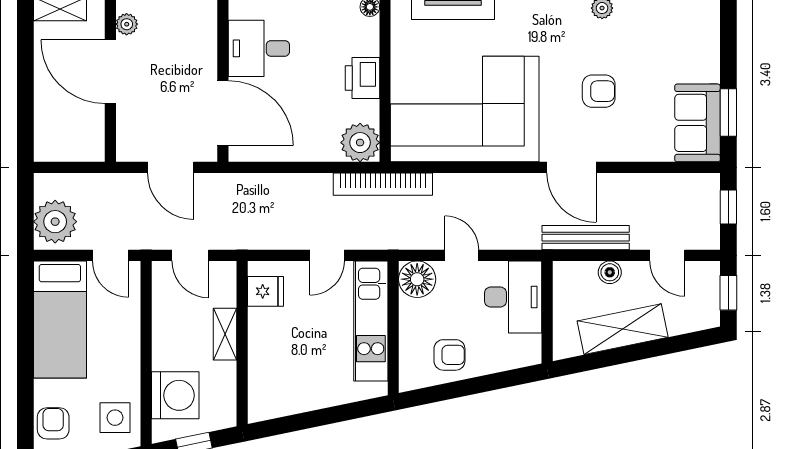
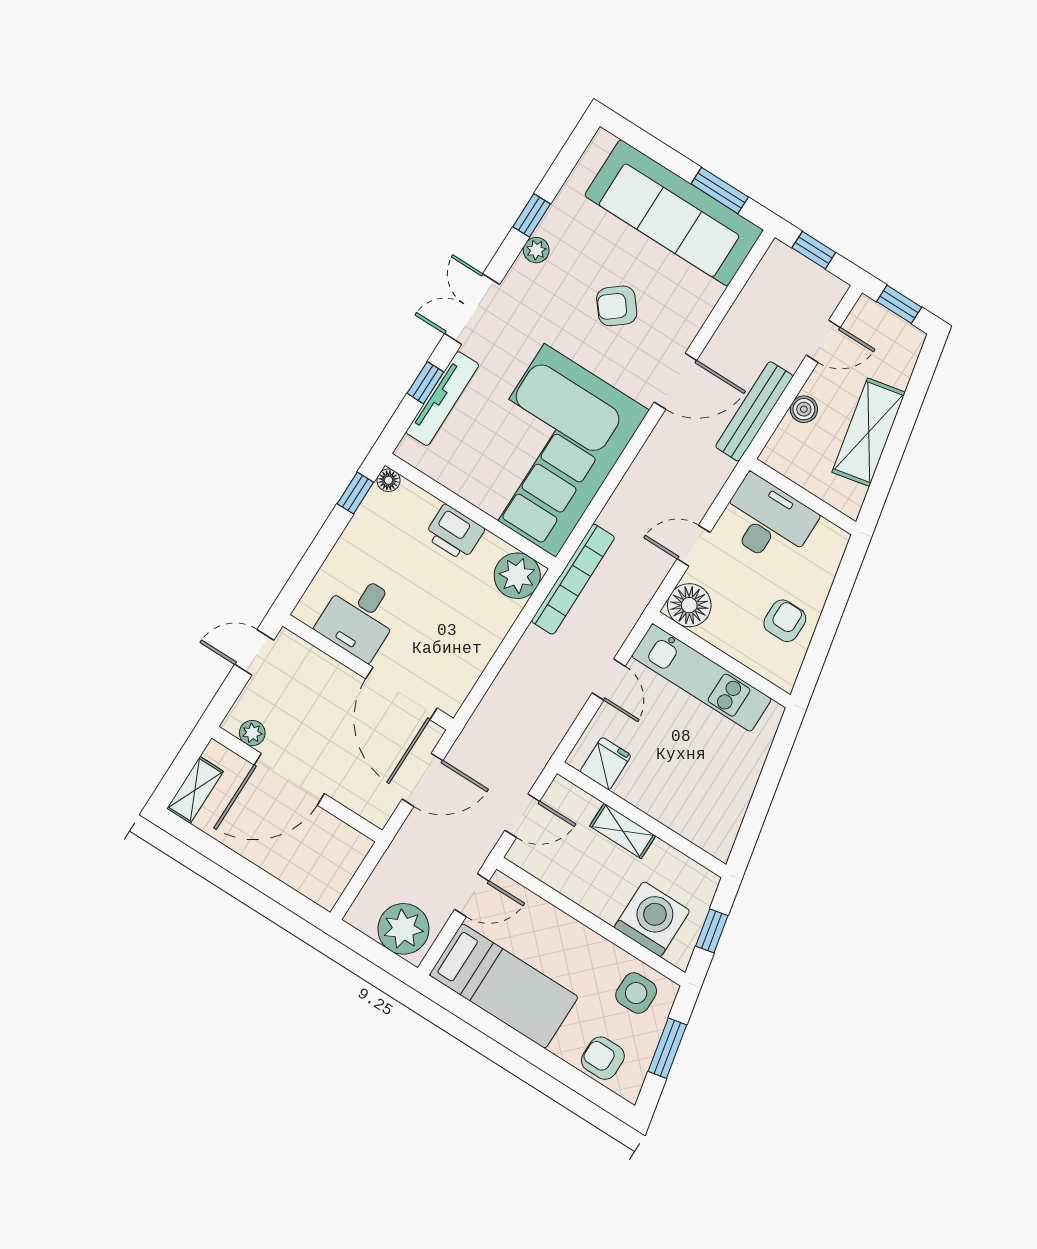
armchair: (599, 91) -> (617, 306), turned -129
door: (223, 113) -> (401, 693), swing flipped
sofa: (697, 123) -> (674, 213), width x1.85, depth x1.27

